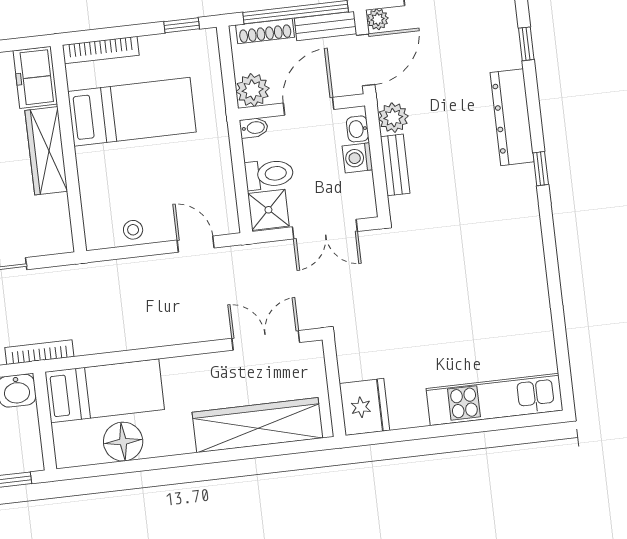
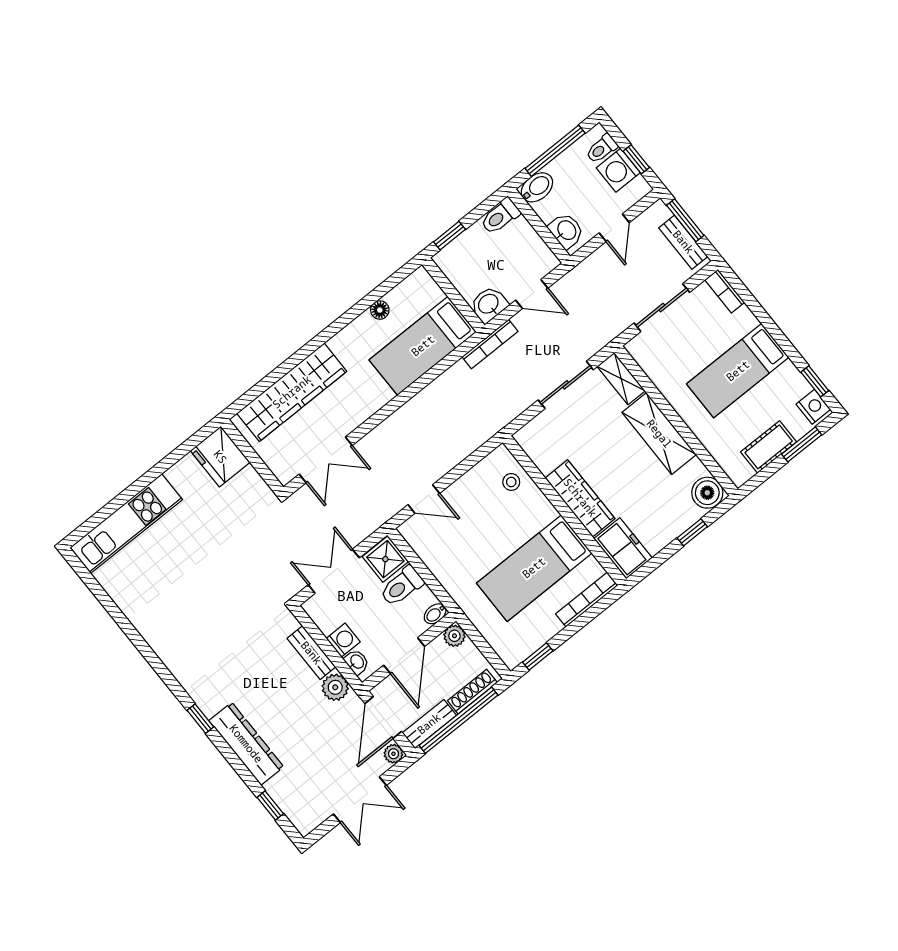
plant: (253, 90) -> (454, 636), width x0.73, depth x0.73
stool: (133, 230) -> (511, 482), moved
floor lamp: (123, 442) -> (380, 310), width x0.53, depth x0.53

